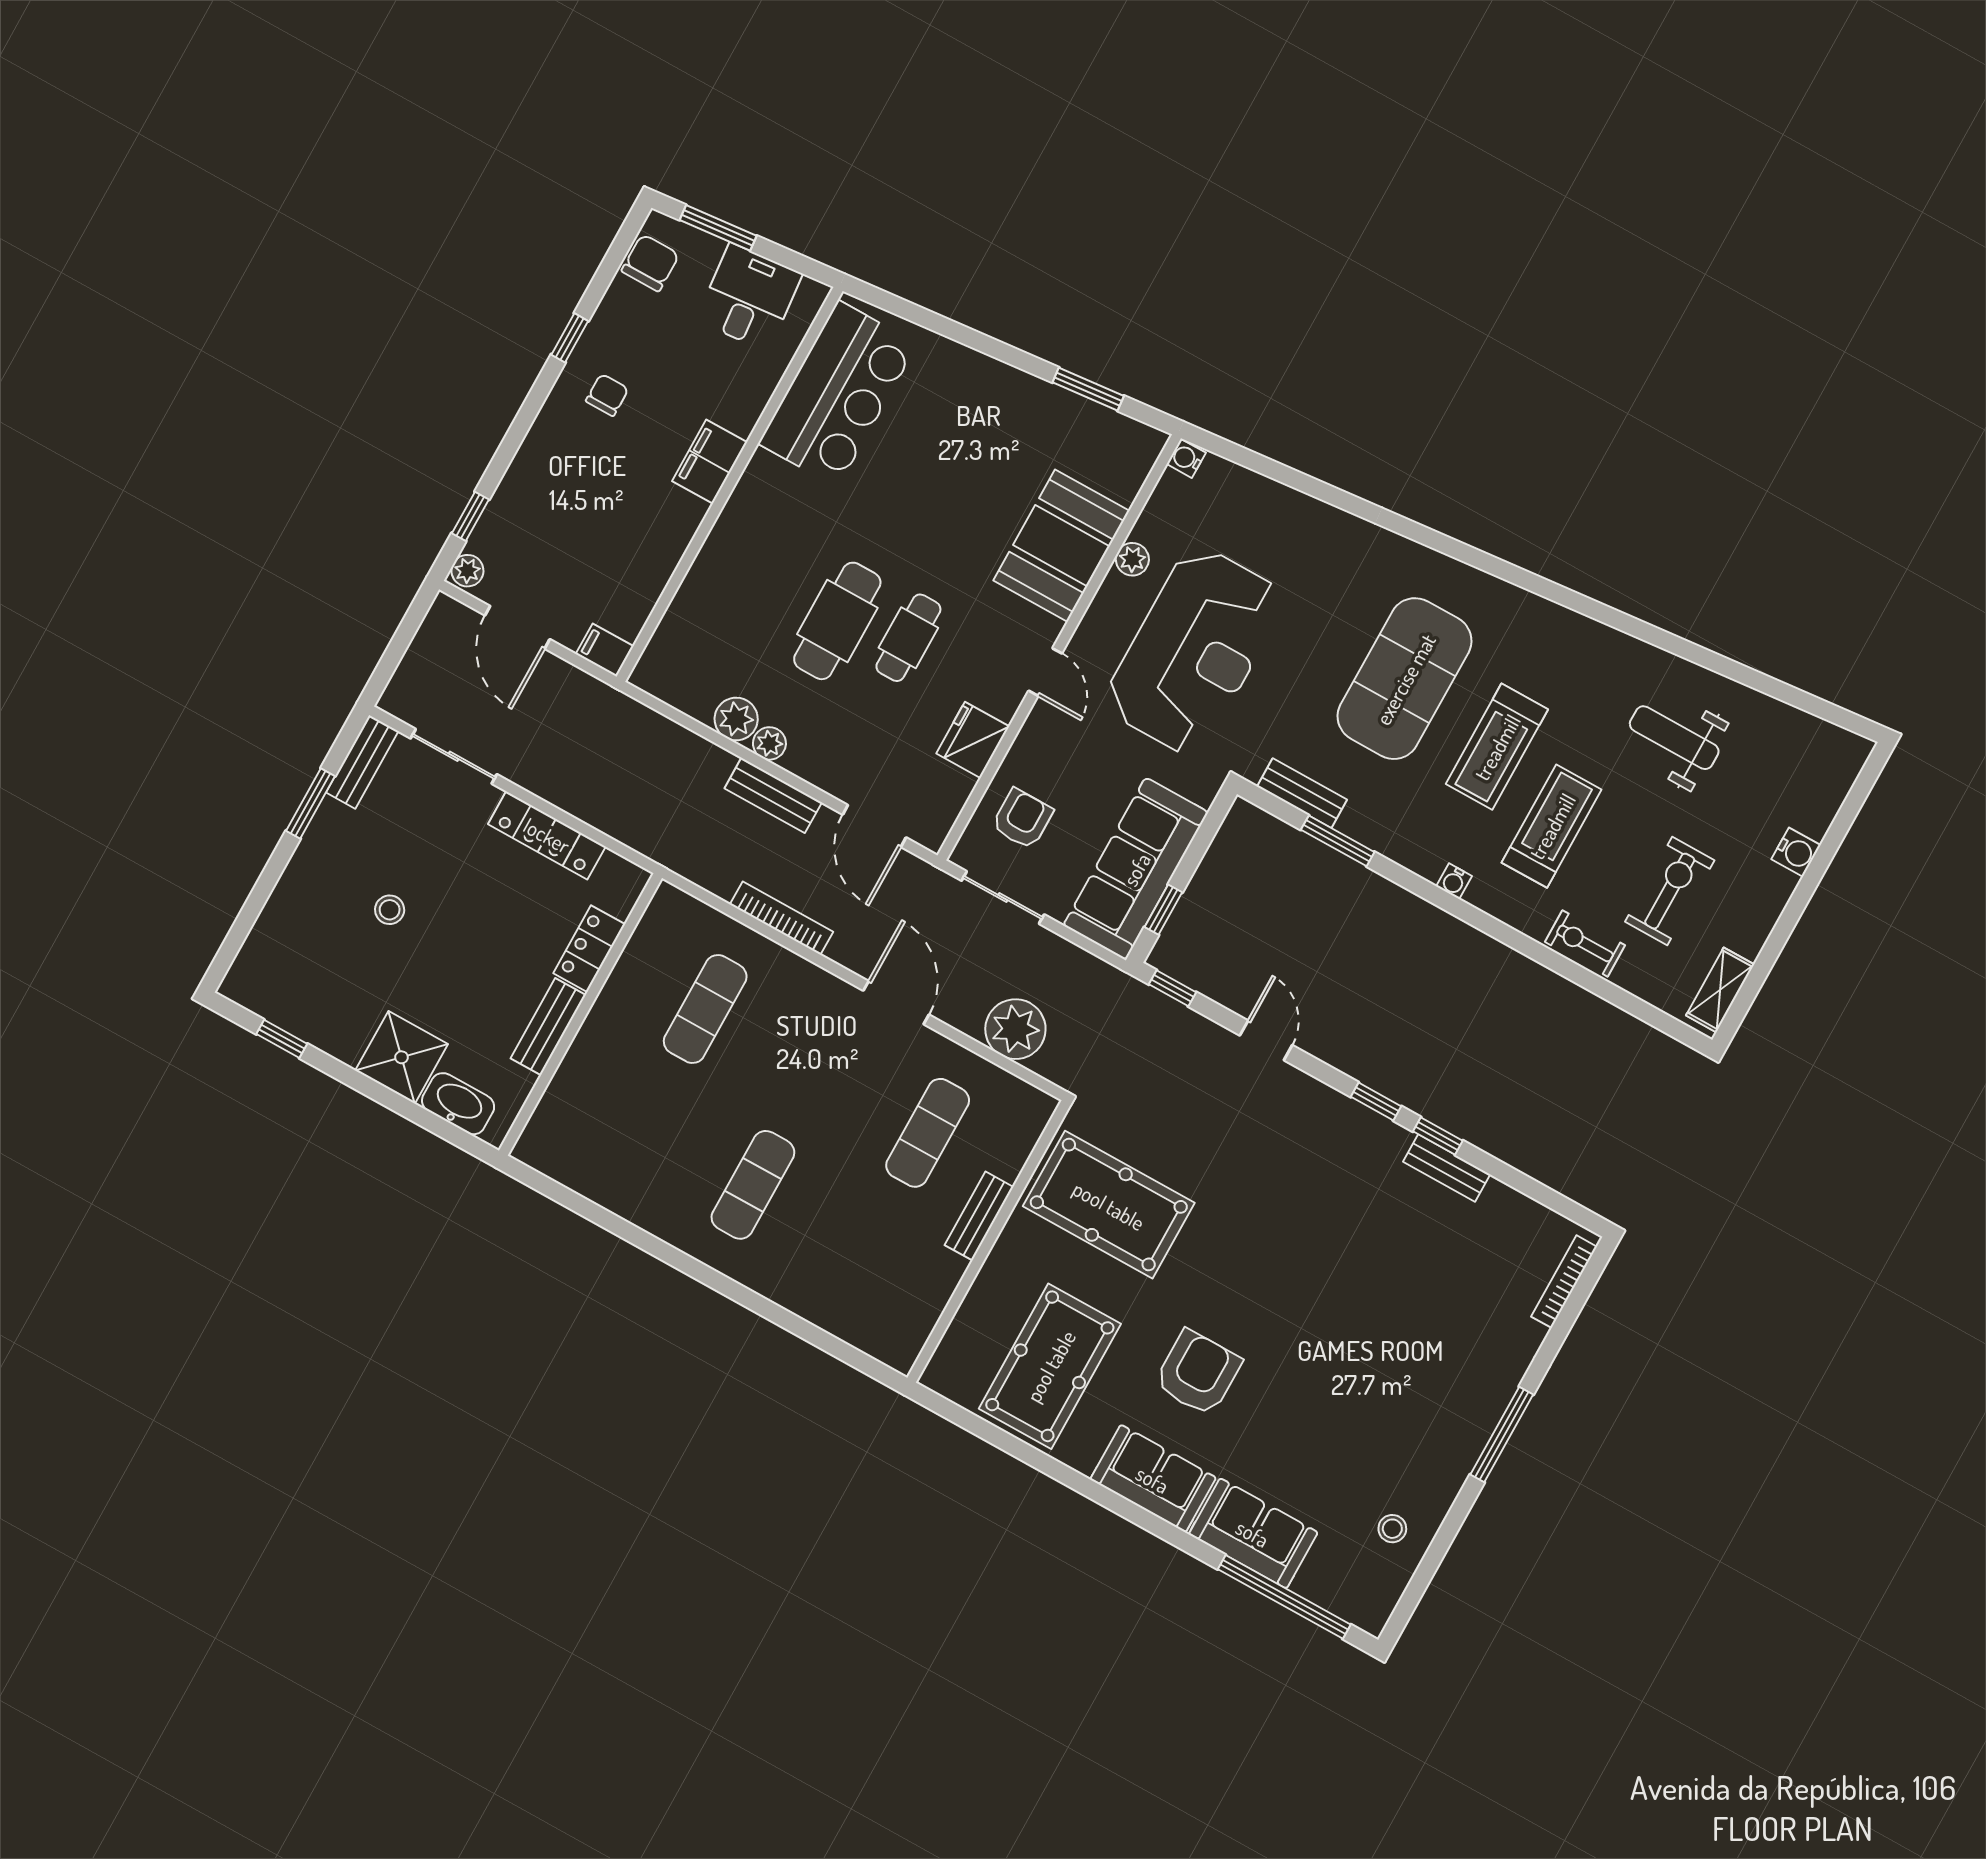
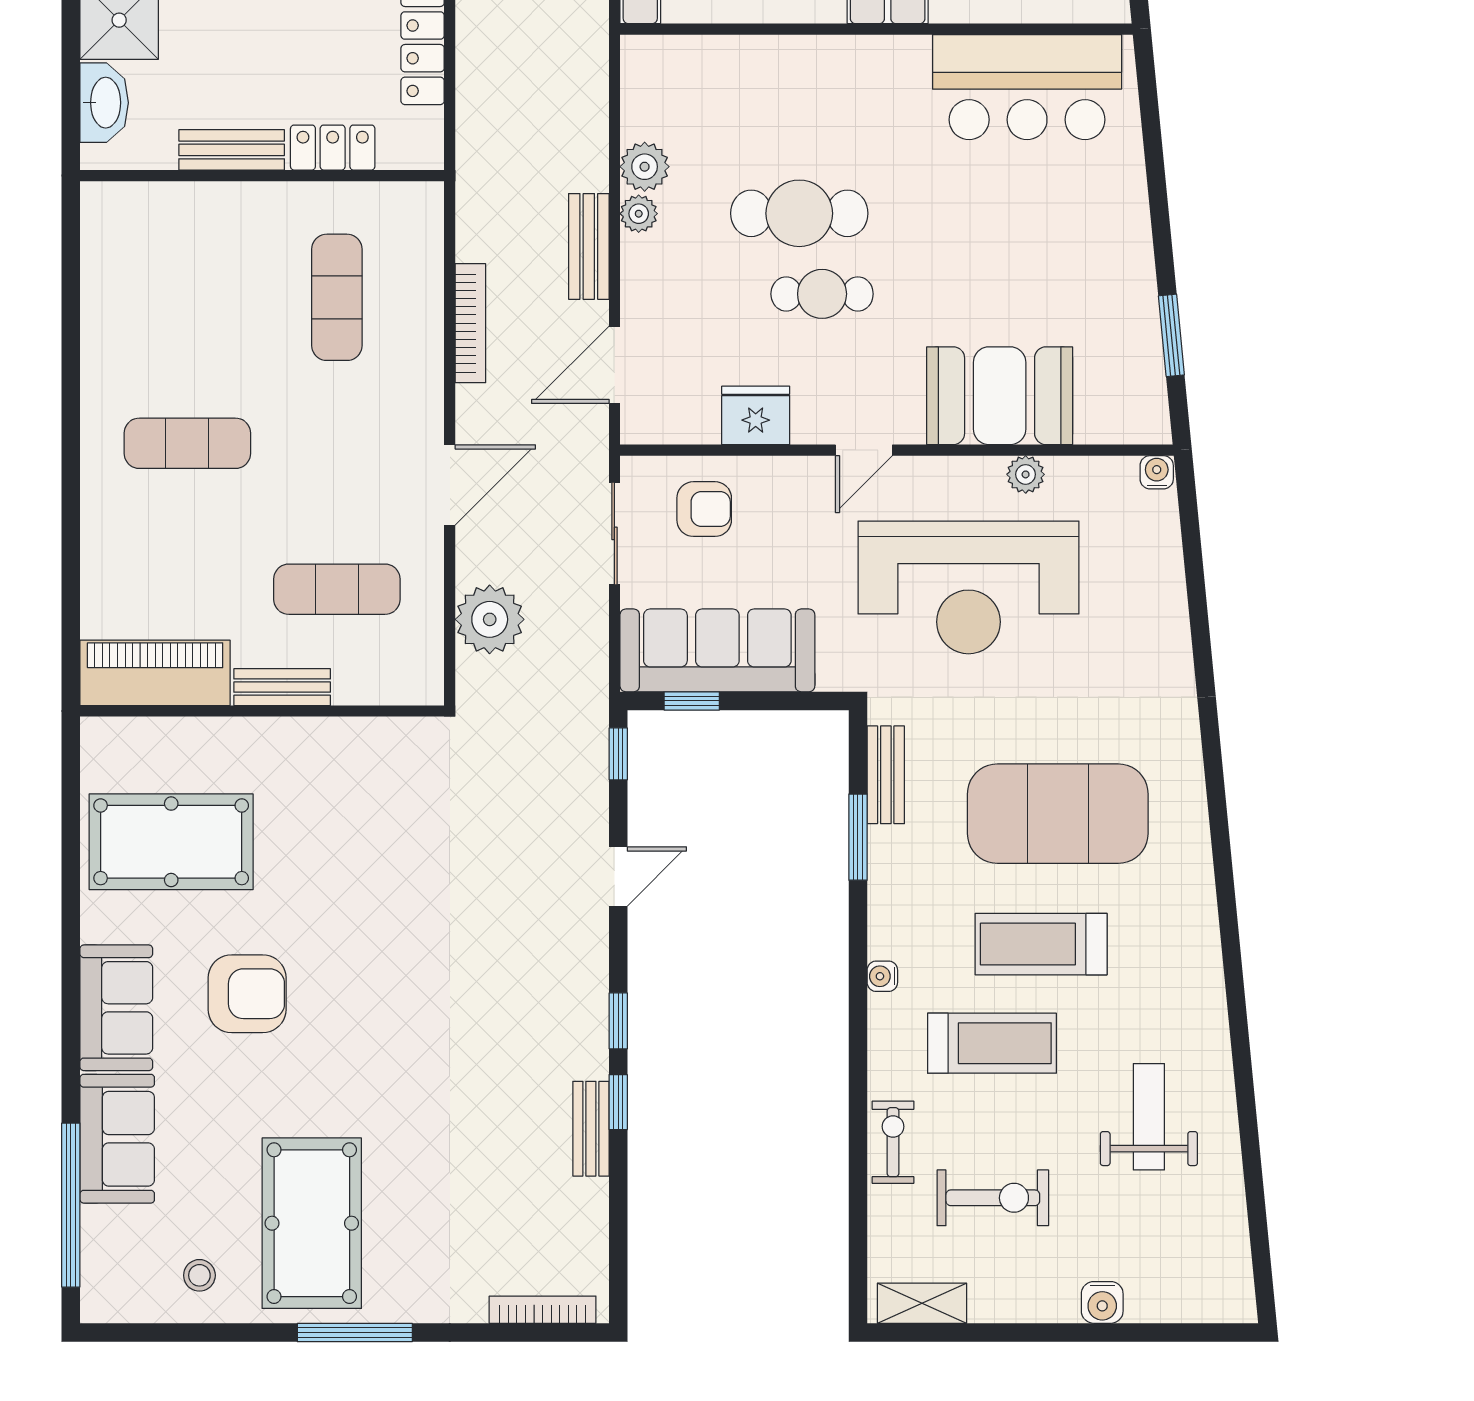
exercise mat: (705, 1009) -> (337, 297), turned 90
pool table: (1109, 1205) -> (312, 1223), moved
piano: (914, 1307) -> (155, 673), added

